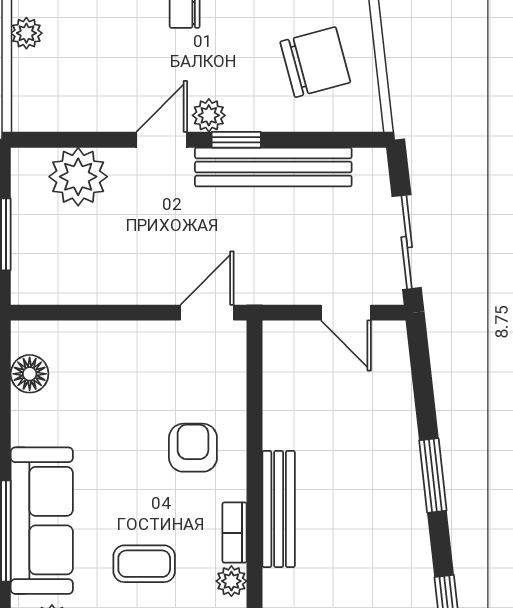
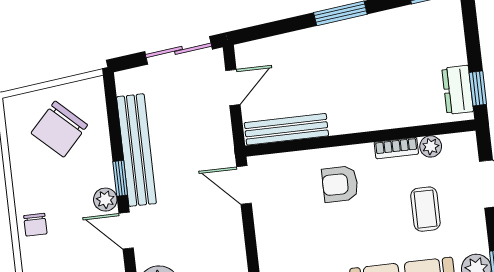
chair: (315, 62) -> (59, 129), turned -122
bench: (279, 509) -> (286, 129), moved

